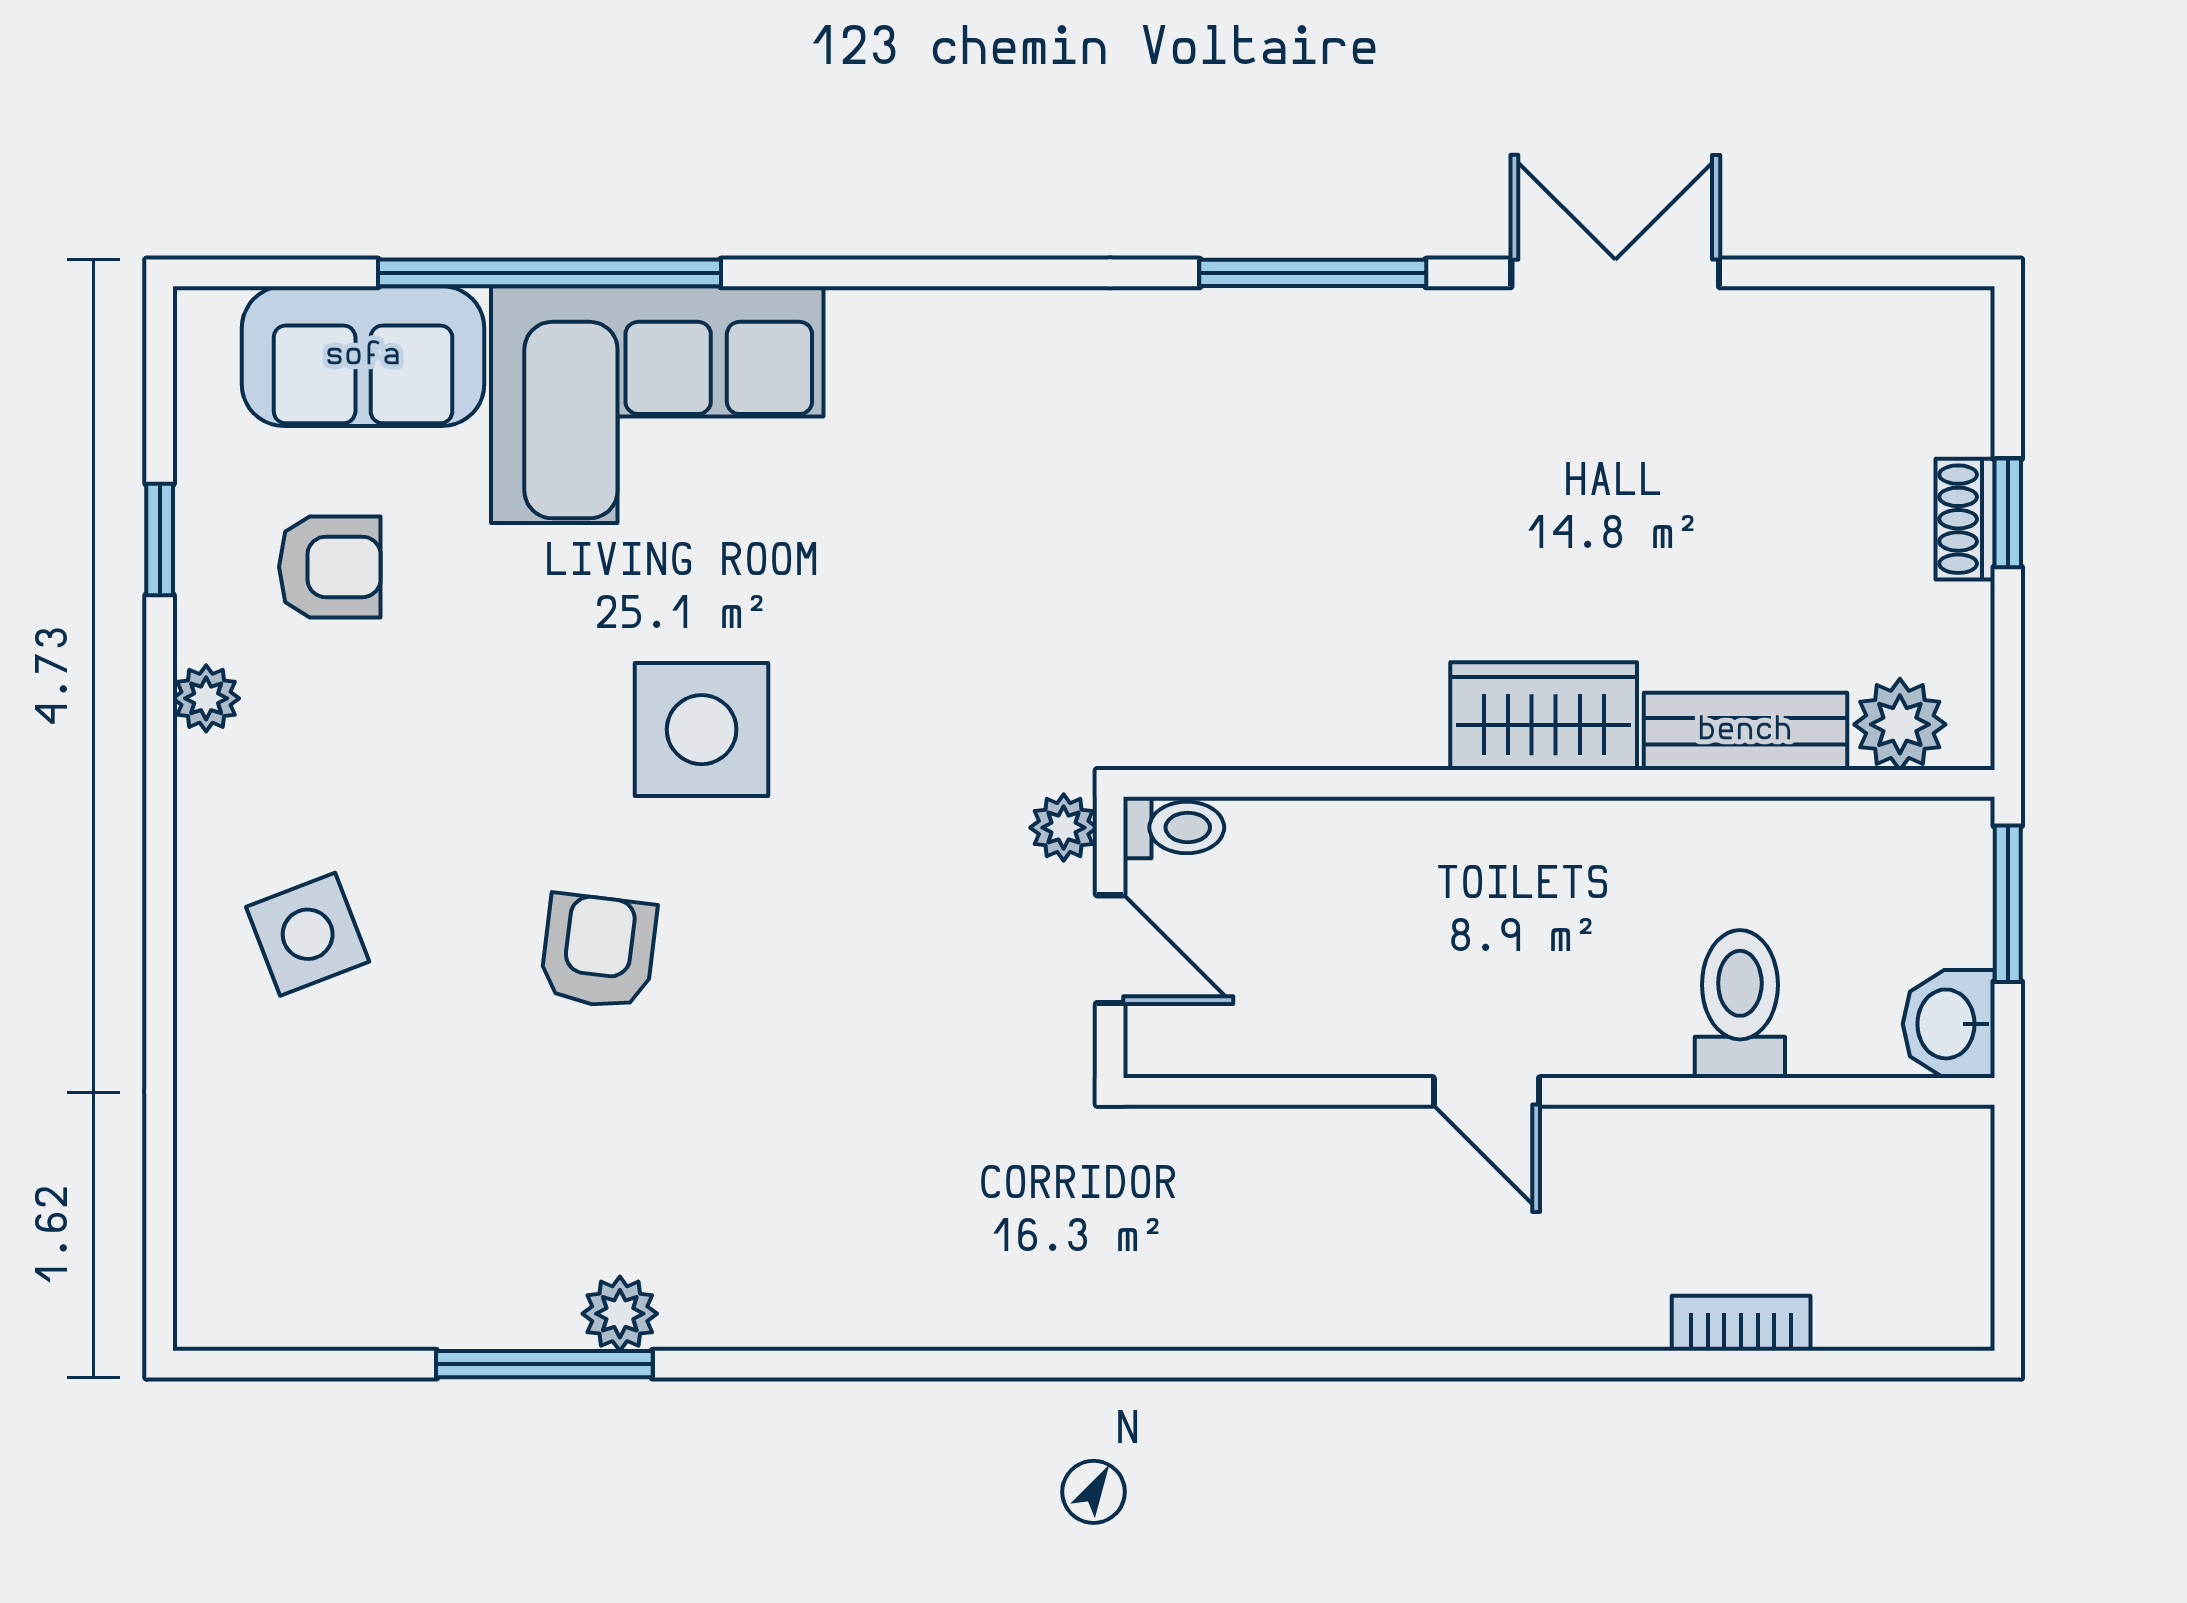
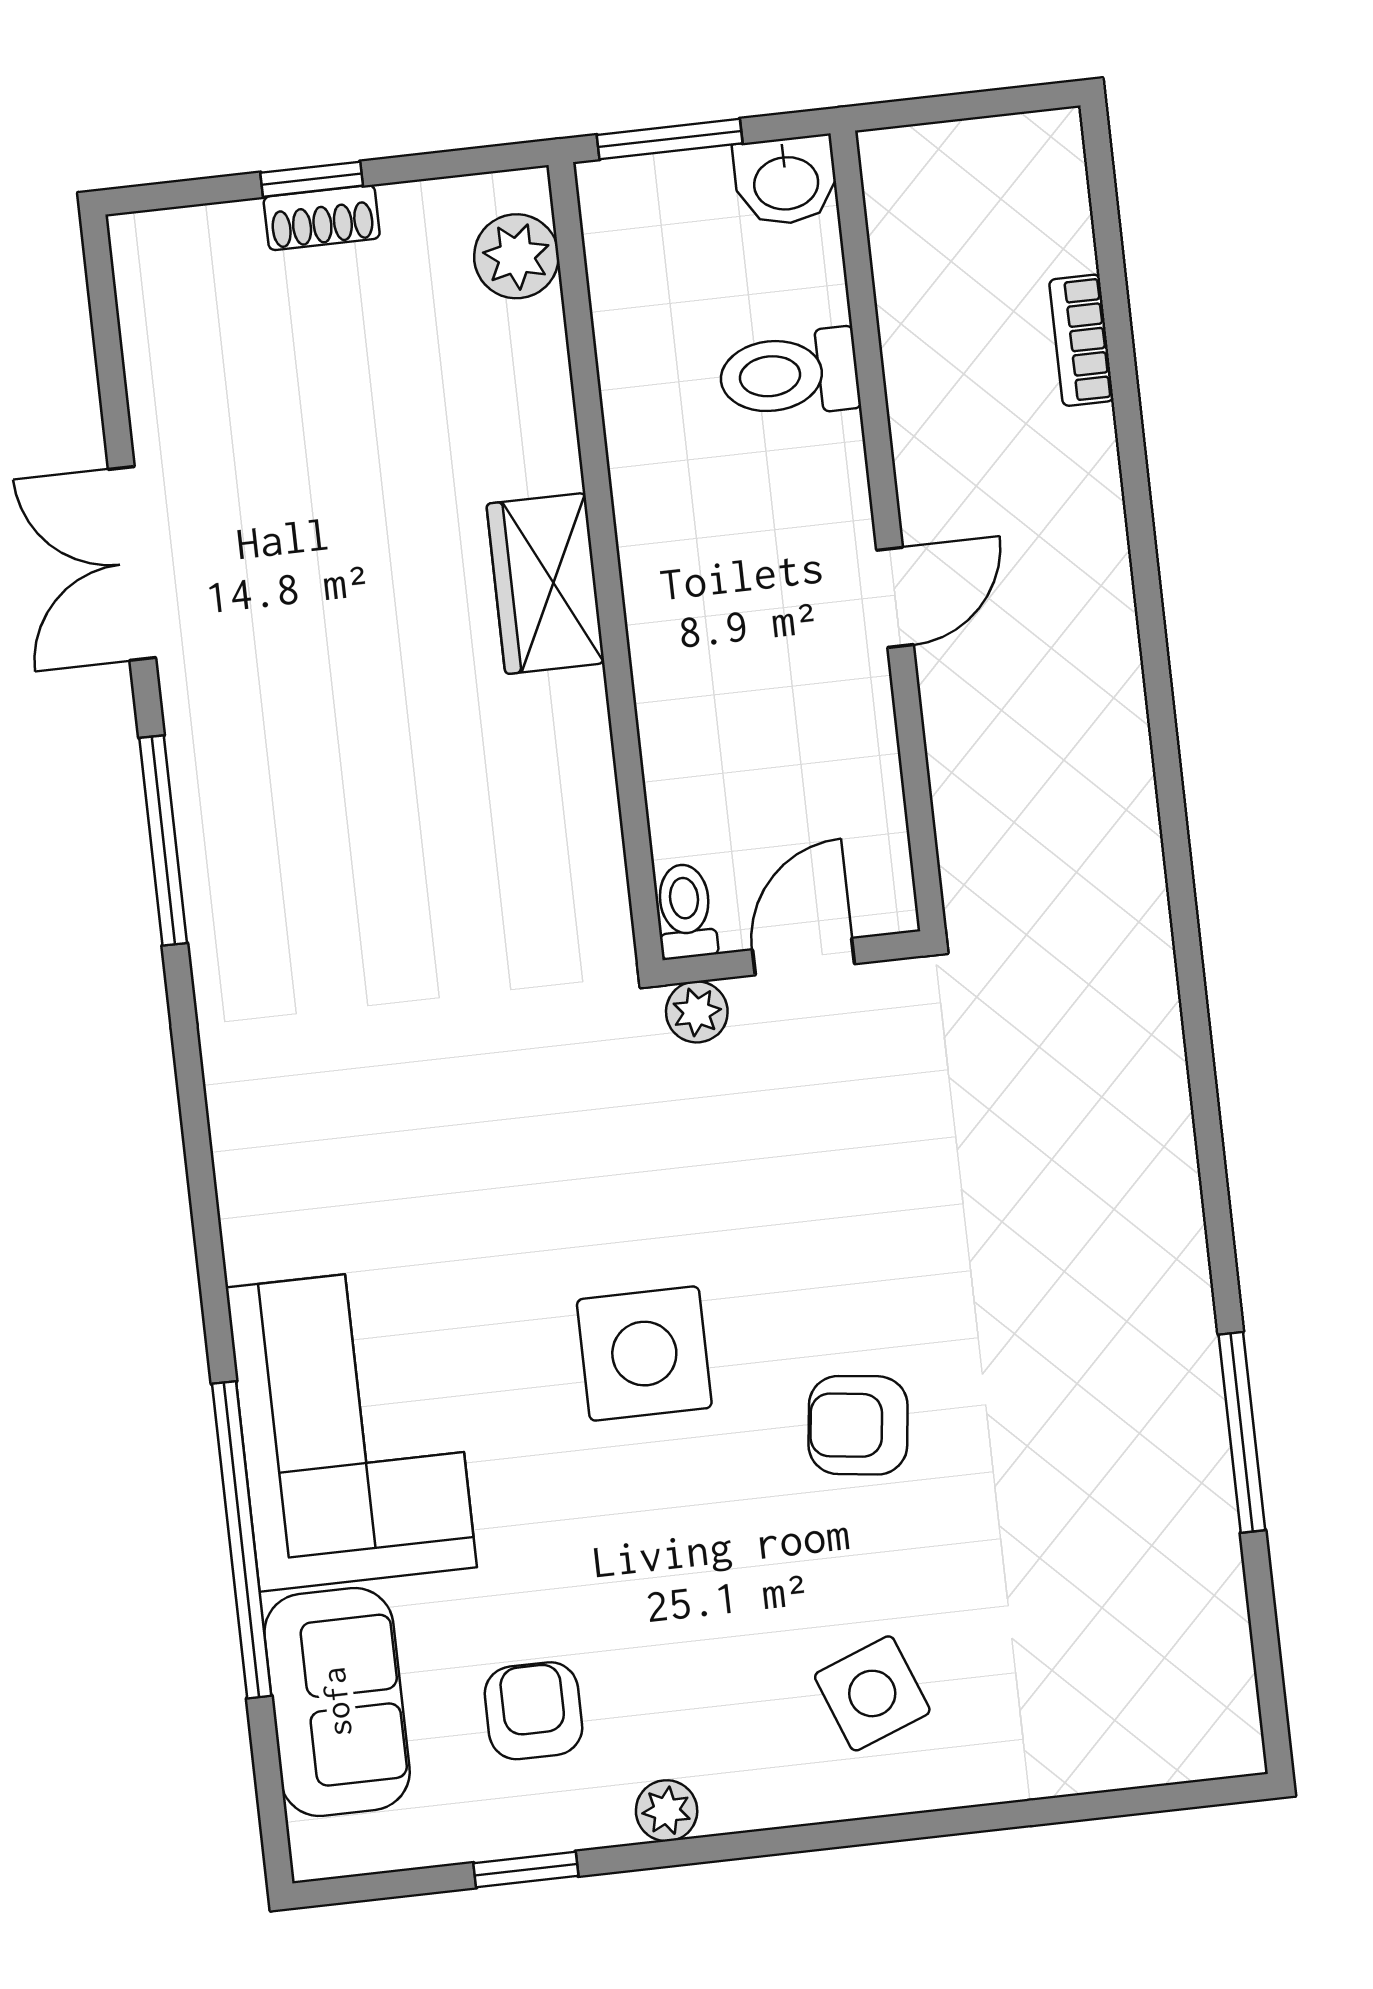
bench: (1745, 731) -> (539, 397), removed
plant: (620, 1314) -> (1188, 1368), removed

